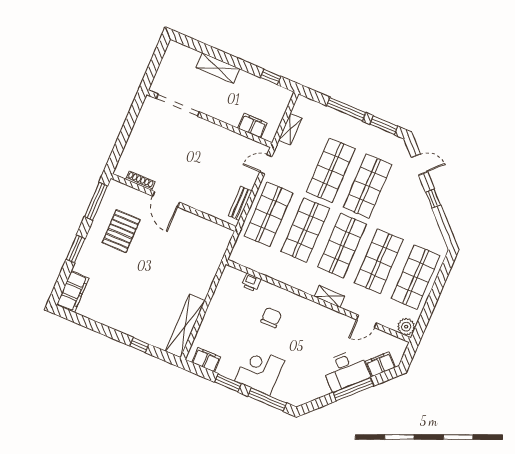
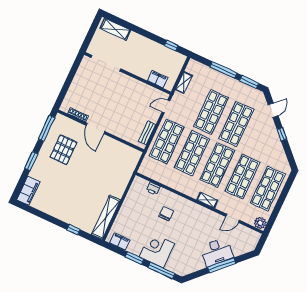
shelving: (218, 68) -> (115, 29), moved
door: (419, 165) -> (273, 110), hinge flipped
filing cabinet: (380, 364) -> (241, 249), removed

